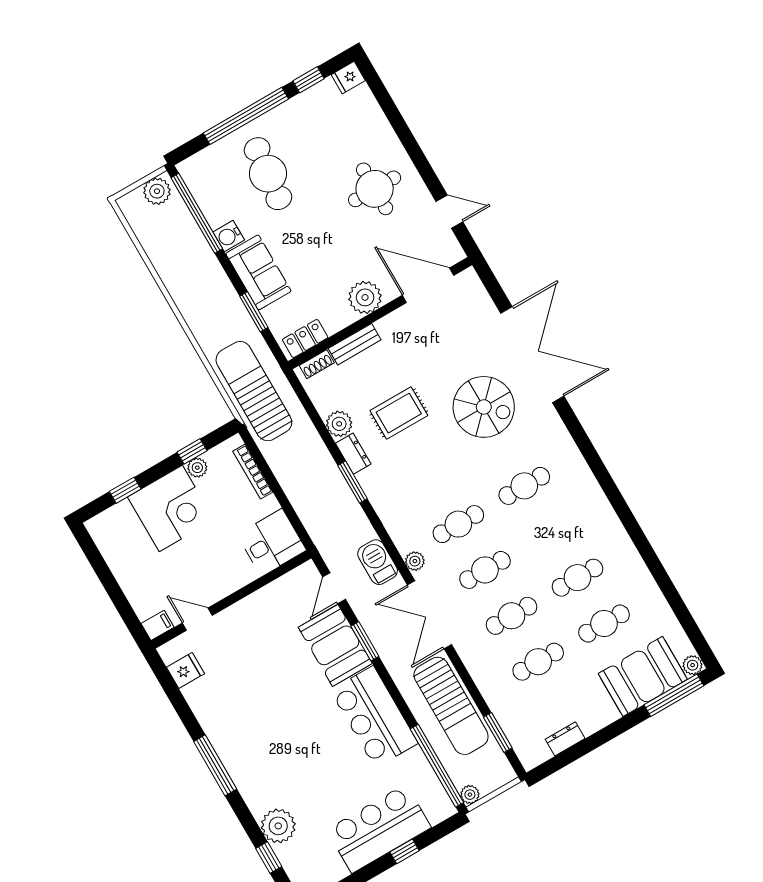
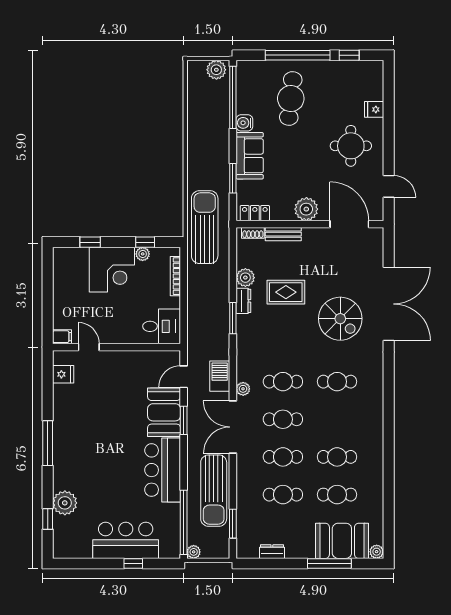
fridge: (348, 78) -> (374, 109), moved
window: (674, 695) -> (329, 563), moved

